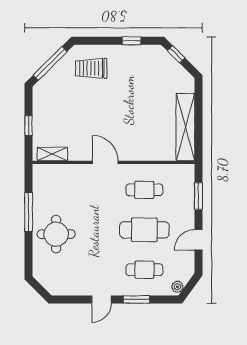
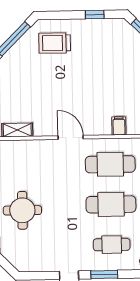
filing cabinet: (154, 152) -> (119, 126), added
cafe table: (144, 190) -> (110, 164), width x1.37, depth x1.35

